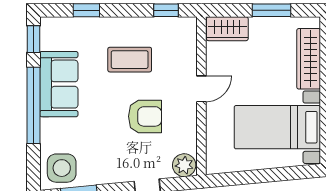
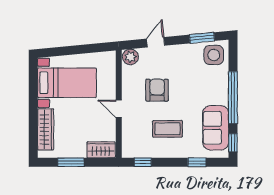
sofa: (59, 84) -> (216, 128), moved
door: (201, 89) -> (119, 109), hinge flipped
armchair: (145, 116) -> (157, 90), turned 90

